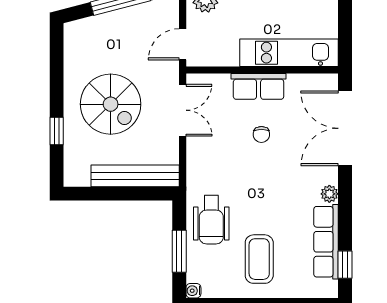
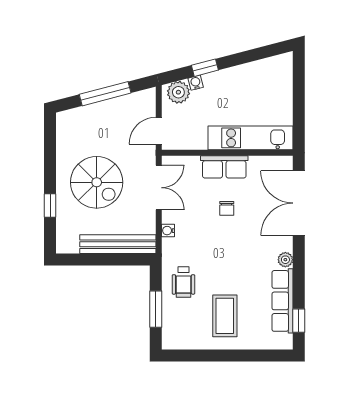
wheelchair: (211, 220) -> (183, 282), width x0.73, depth x0.73
water cooler: (193, 291) -> (168, 231), moved

